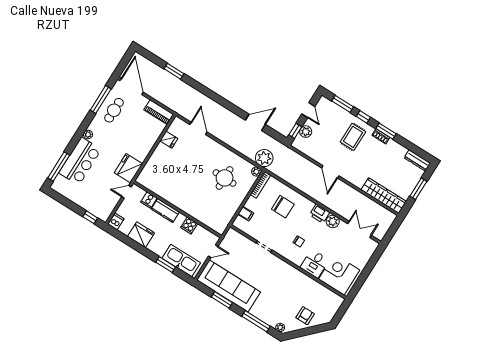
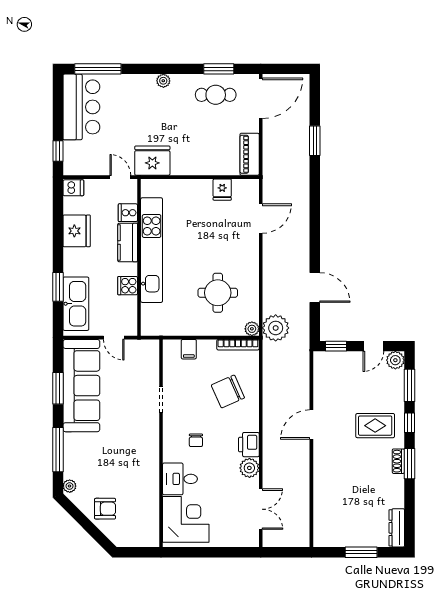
window: (101, 99) -> (219, 69), width x0.69
plant: (306, 132) -> (395, 360), moved
bar counter: (80, 161) -> (81, 107), moved, turned -90
wardrobe: (384, 196) -> (324, 513), removed
kitchen unit: (178, 200) -> (152, 250), added
chair: (283, 207) -> (228, 391), turned 66

